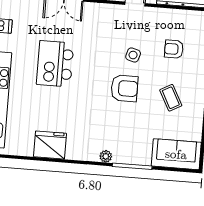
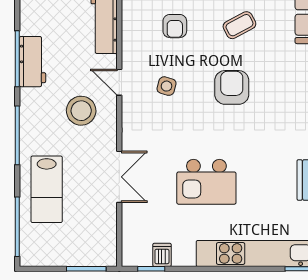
side table: (133, 55) -> (167, 86), moved

